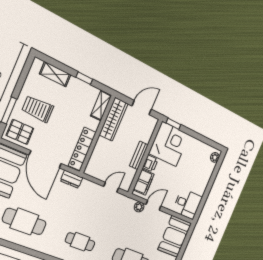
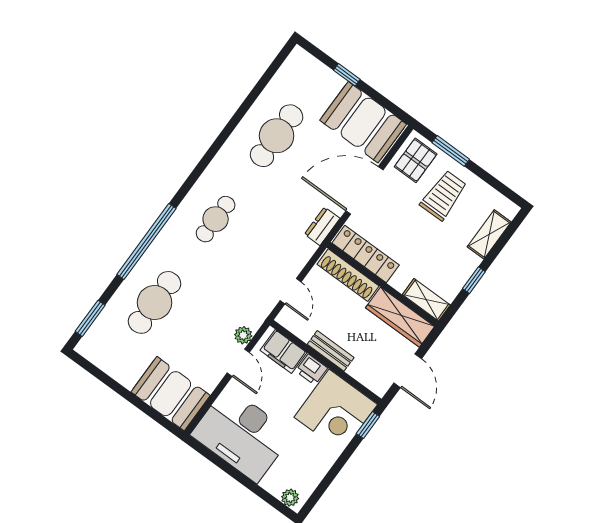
shoe rack: (96, 156) -> (348, 275), added
desk: (187, 204) -> (242, 434), width x1.87, depth x1.30

